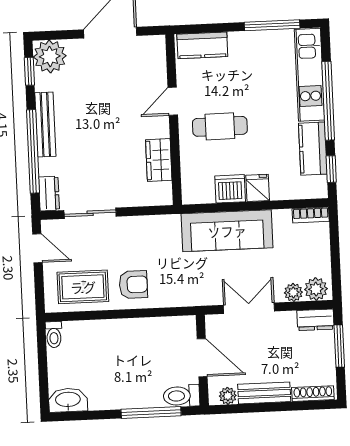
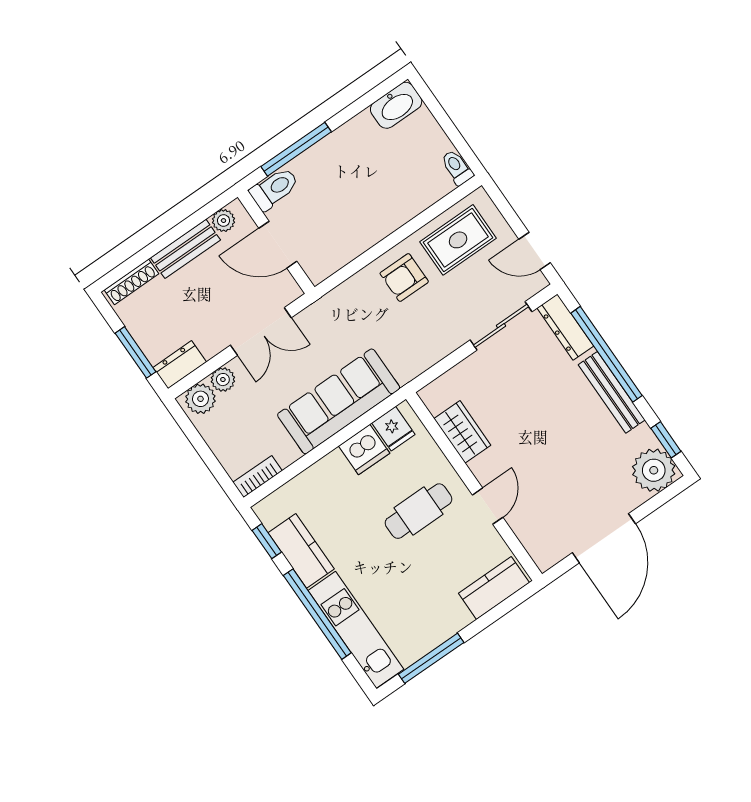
fridge: (258, 188) -> (393, 429), moved
dresser: (49, 194) -> (565, 327), width x1.44

